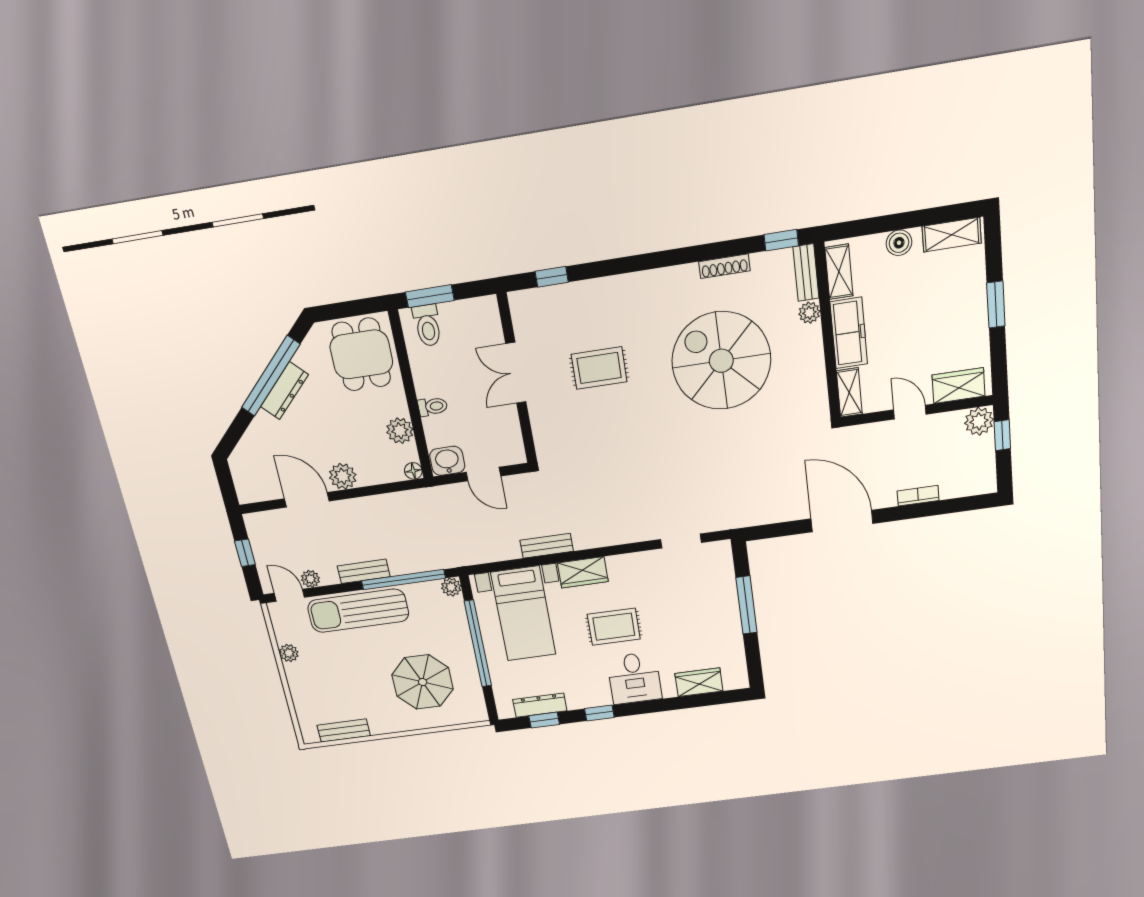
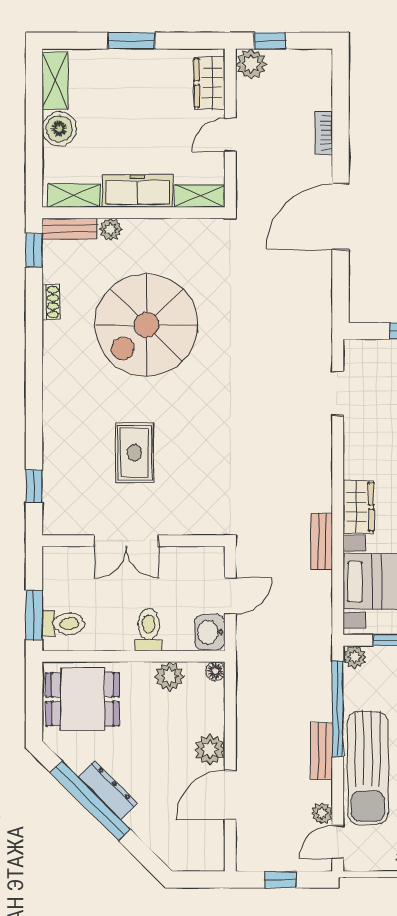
boiler: (899, 243) -> (59, 129), width x1.36, depth x1.36
shoe rack: (724, 266) -> (51, 302), width x0.70
toilet: (433, 407) -> (149, 630), width x1.37, depth x1.39

